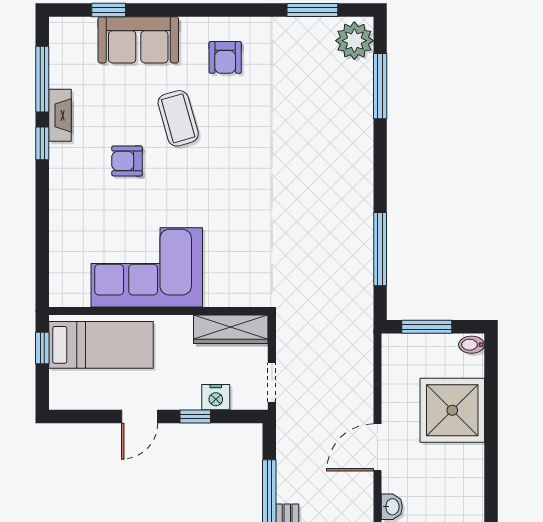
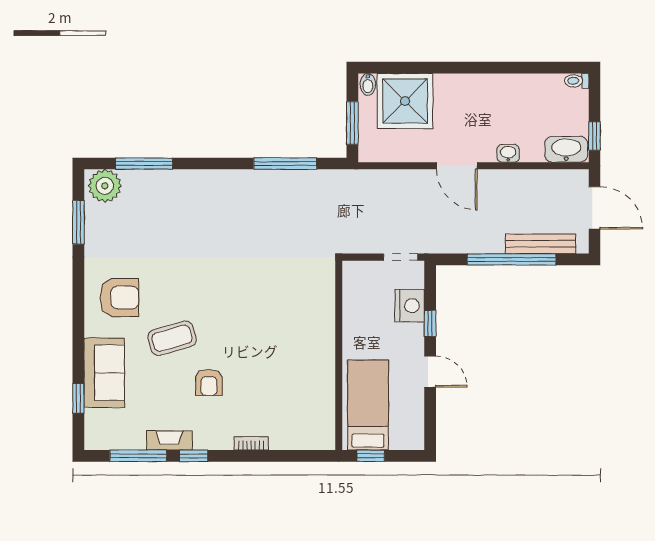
armchair: (225, 57) -> (119, 298), width x1.38, depth x1.38
bookcase: (57, 210) -> (251, 443), added
corner sofa: (147, 267) -> (301, 365), removed
wardrobe: (231, 329) -> (355, 293), removed
nightstand: (216, 397) -> (410, 306), width x1.36, depth x1.33
shower: (452, 410) -> (405, 101), moved

